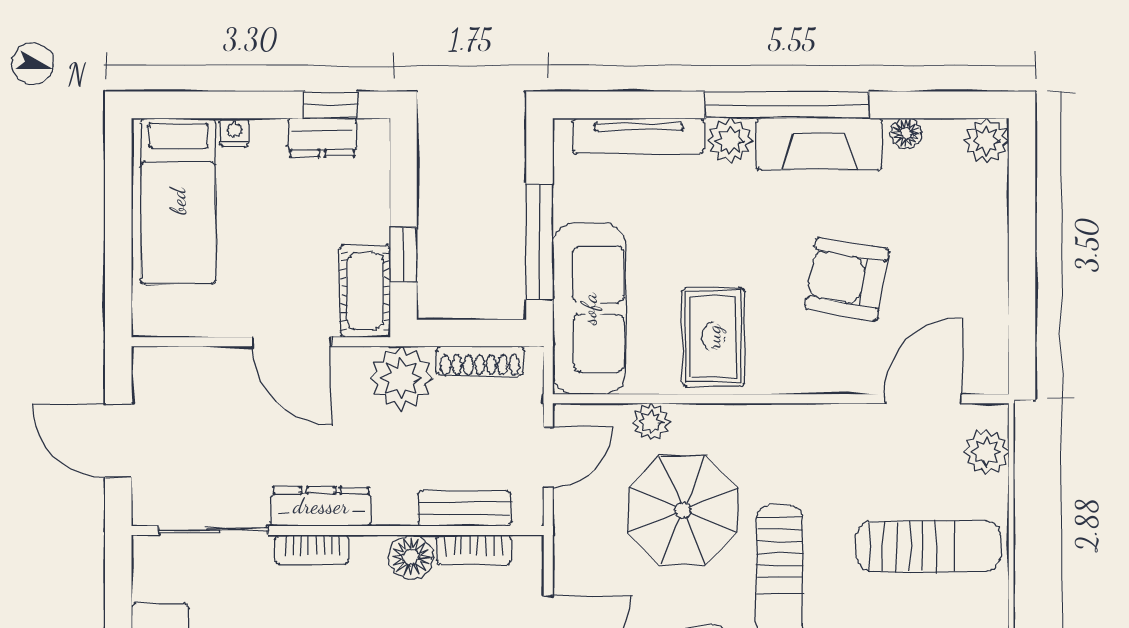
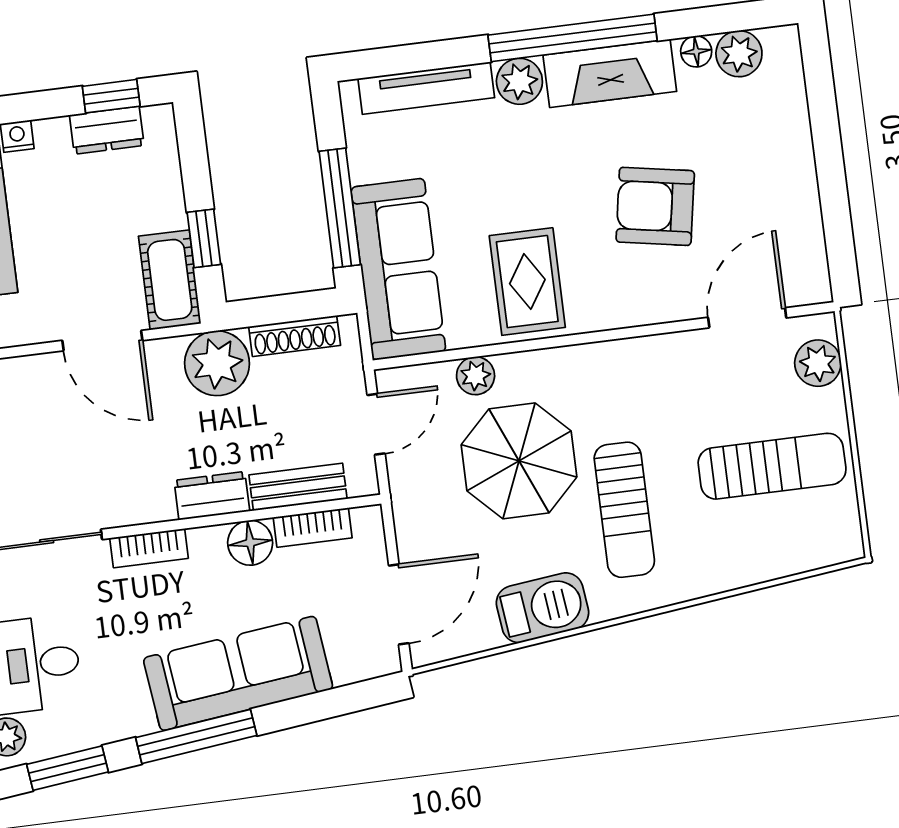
plant: (986, 141) -> (739, 54), moved
dresser: (321, 506) -> (212, 496), moved, width x0.70

